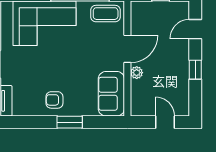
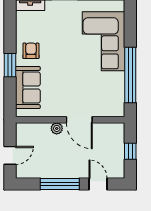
coffee table: (106, 14) -> (113, 99), removed
window: (195, 70) -> (60, 184), width x2.17
sofa: (111, 94) -> (28, 88), moved, turned 90

